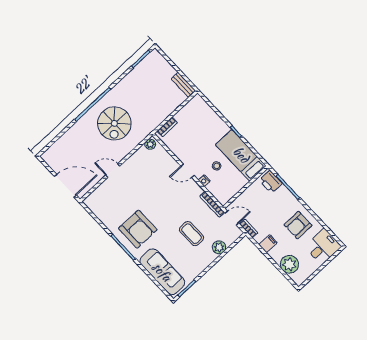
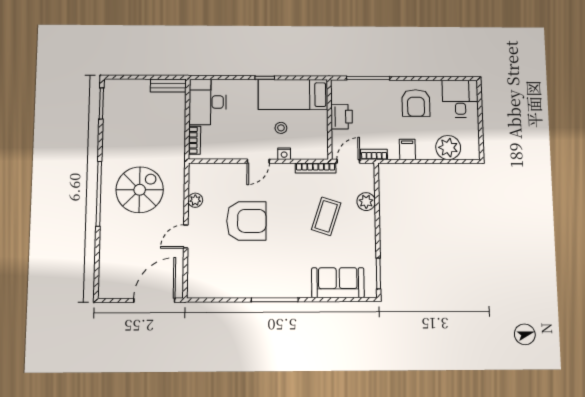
desk: (194, 114) -> (208, 102), added
spiral stairs: (114, 123) -> (140, 190), turned -90
plant: (150, 144) -> (195, 200), moved
printer: (271, 182) -> (342, 117), moved, turned -90
armchair: (138, 229) -> (246, 221), moved
coffee table: (192, 234) -> (326, 216), turned -72
sofa: (162, 272) -> (338, 283), width x0.73

